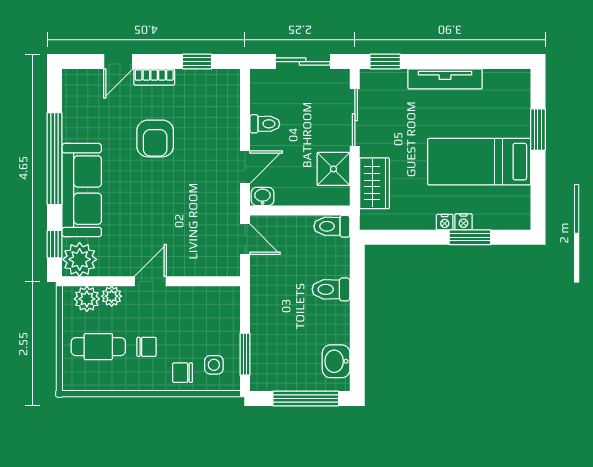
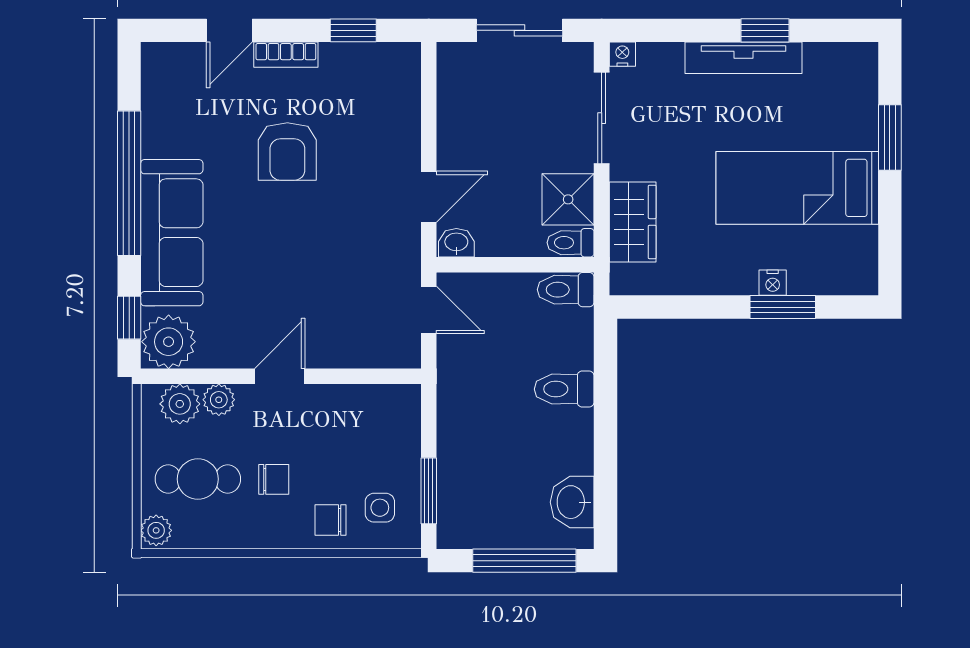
window: (385, 62) -> (765, 30), moved
toilet: (265, 124) -> (571, 243), moved, turned 180
nightstand: (445, 222) -> (622, 54), moved, turned 180
plant: (72, 379) -> (156, 530), added

